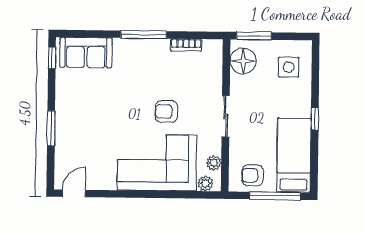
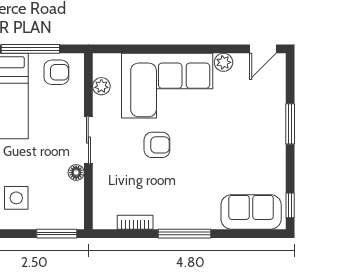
floor lamp: (243, 61) -> (76, 173), moved, width x0.53, depth x0.53
plant: (205, 183) -> (224, 62), moved

